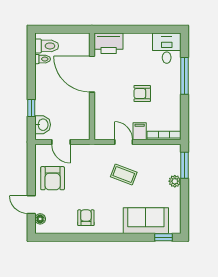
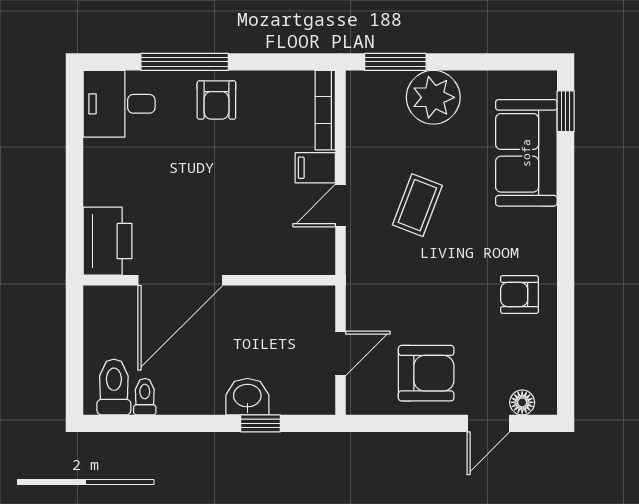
armchair: (142, 94) -> (216, 100), moved
washbasin: (43, 125) -> (247, 397), moved
plant: (175, 181) -> (433, 97), width x1.88, depth x1.88

